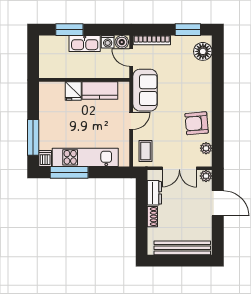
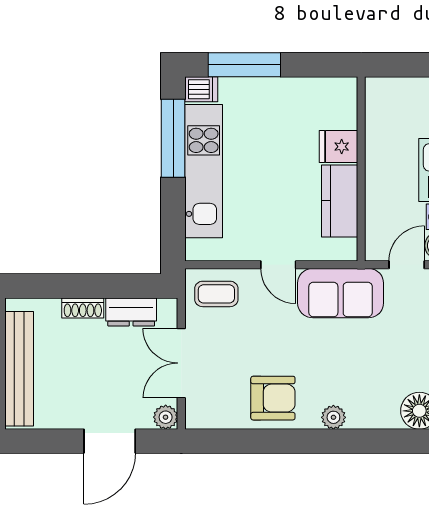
armchair: (197, 123) -> (273, 398), turned 95
plant: (206, 148) -> (333, 417), moved

